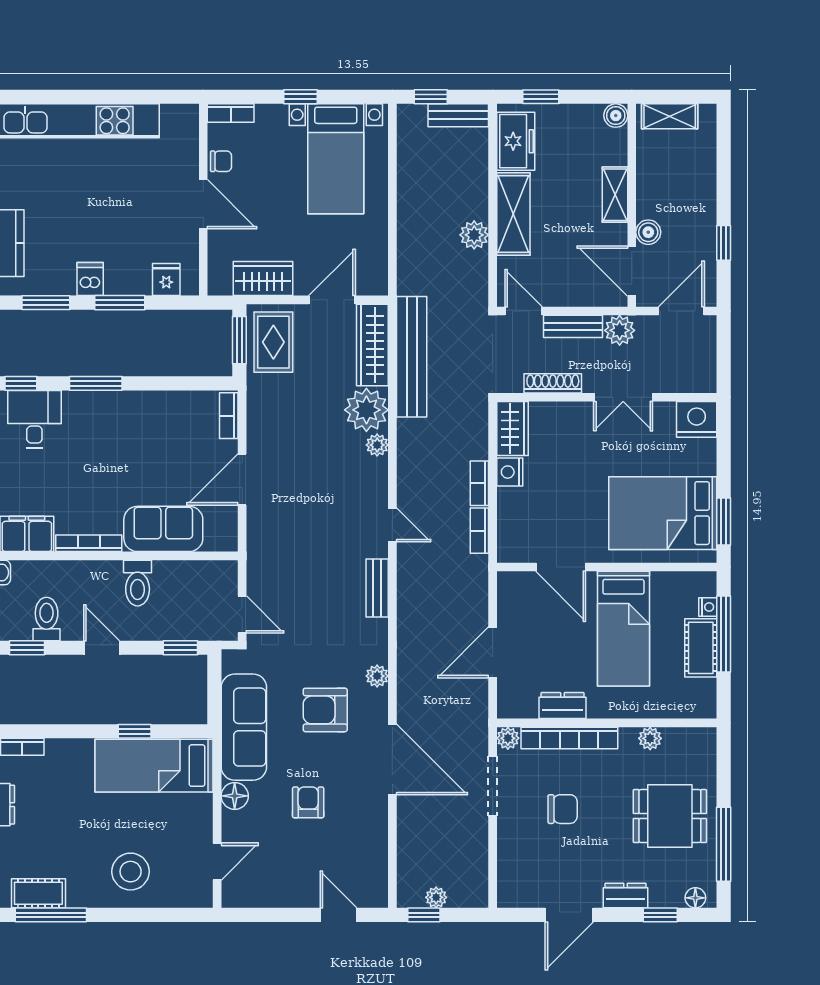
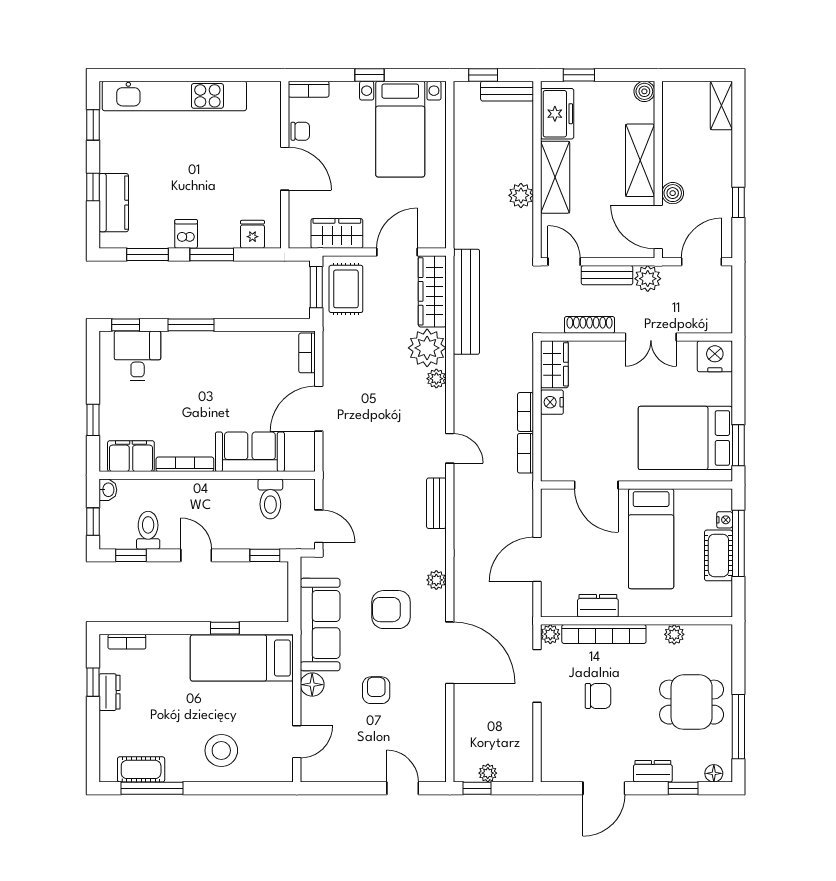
shelving: (670, 116) -> (721, 106), moved, turned 90
shelving: (615, 195) -> (640, 160), width x1.50, depth x1.33
toilet: (138, 583) -> (270, 499), moved

